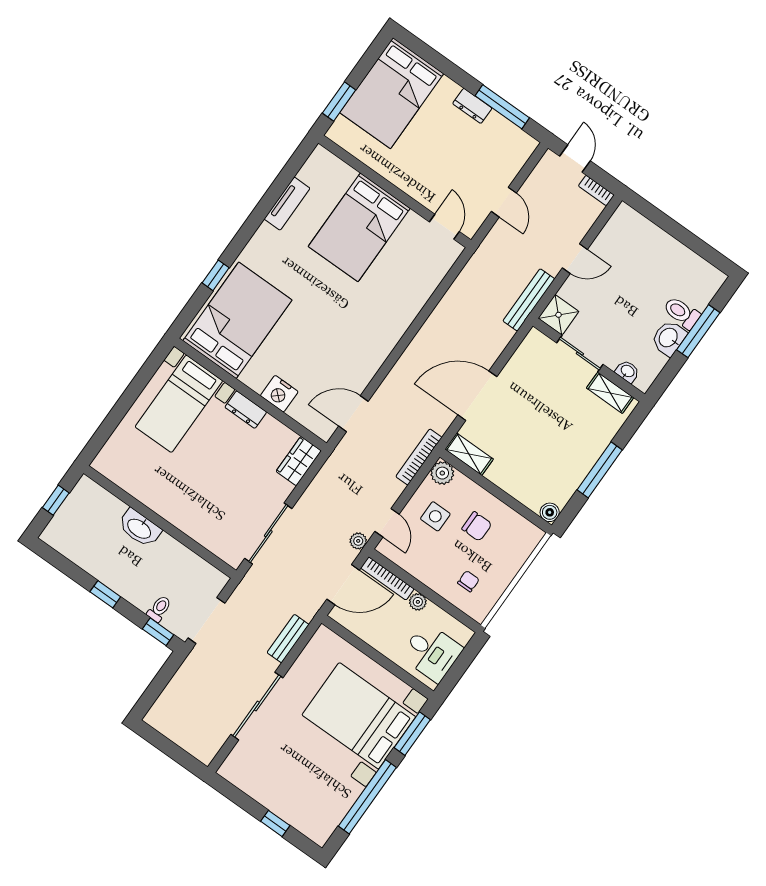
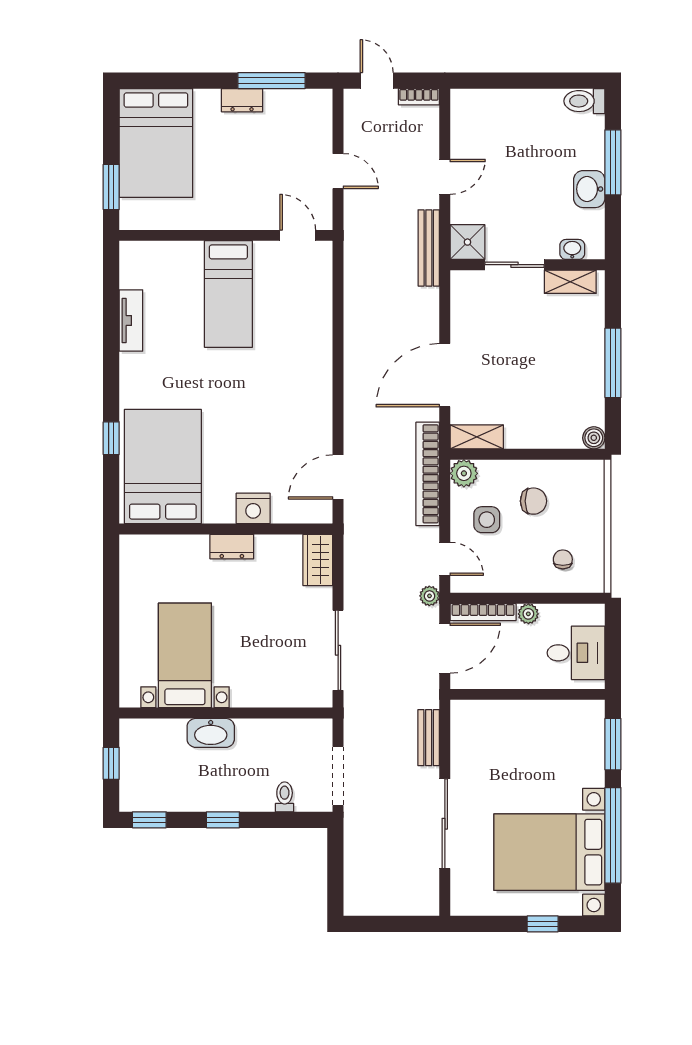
bed: (359, 227) -> (228, 294), width x0.67
toilet: (682, 313) -> (584, 101), moved
bed with nightstands: (179, 404) -> (185, 655), moved, turned 180
bookcase: (419, 457) -> (428, 474), width x1.48, depth x1.31
window: (158, 632) -> (149, 820), moved
bed with nightstands: (359, 716) -> (549, 852), moved

